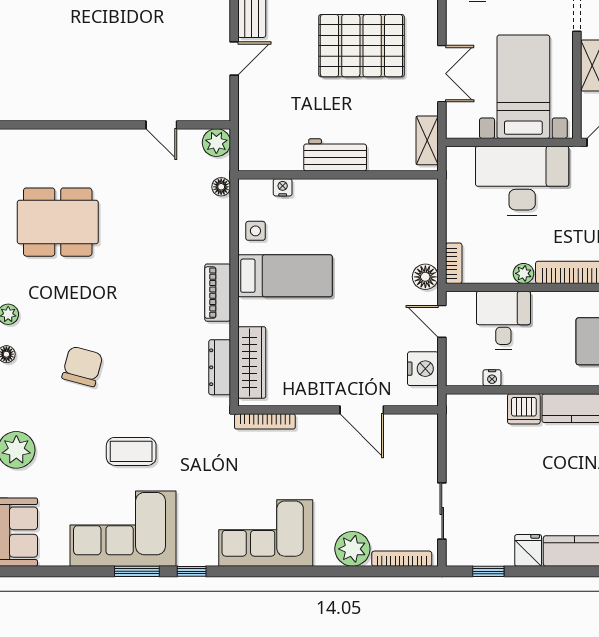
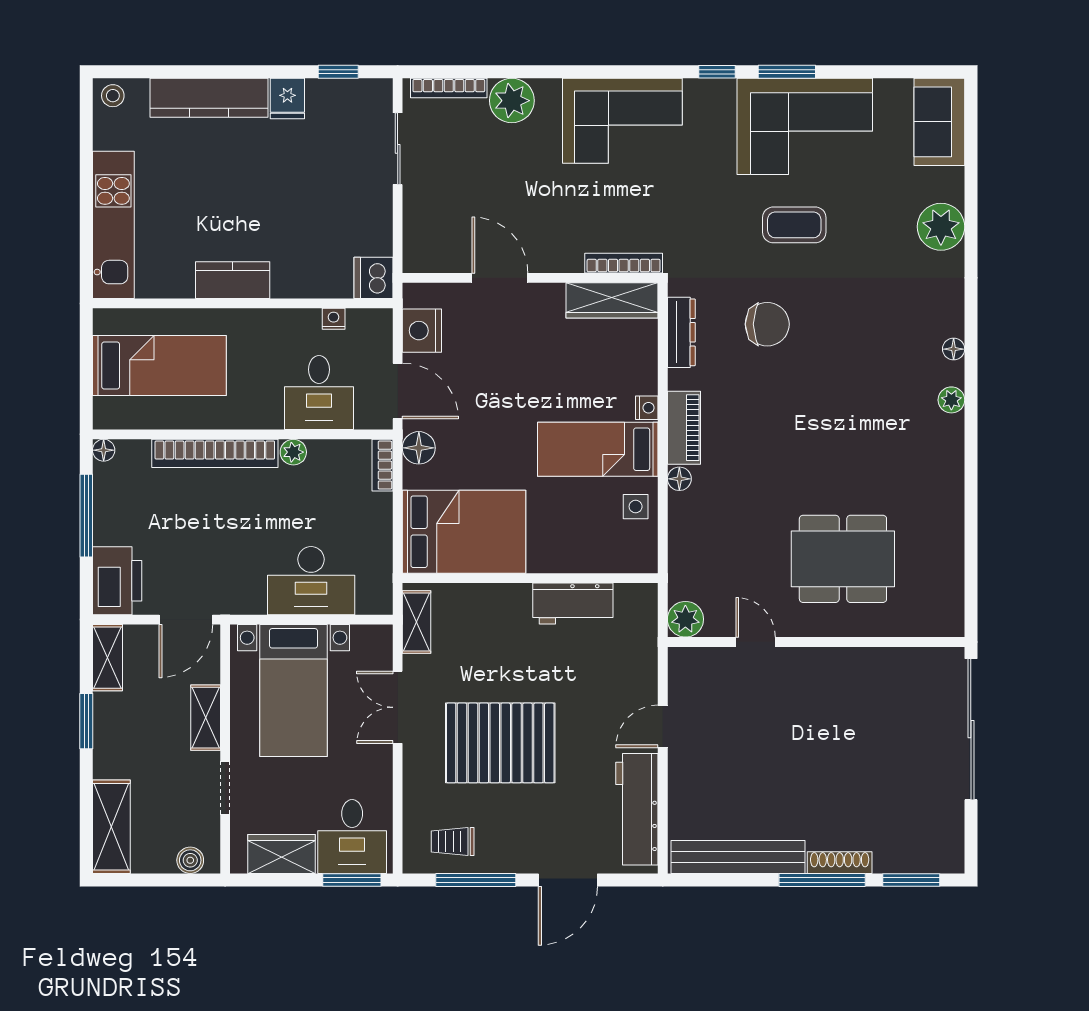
workbench: (335, 155) -> (573, 604), moved
desk: (522, 181) -> (311, 581), width x0.73, depth x0.77
floor lamp: (221, 187) -> (679, 479), moved
nightstand: (283, 187) -> (647, 408), moved, turned -90
bed: (390, 211) -> (464, 532), added
dining table: (58, 222) -> (843, 559), moved
door: (442, 321) -> (398, 391), width x1.38
wardrobe: (252, 362) -> (612, 300), moved, turned -90
chair: (82, 366) -> (767, 324), moved, turned -105
dishwasher: (524, 409) -> (373, 278), moved, turned -90

